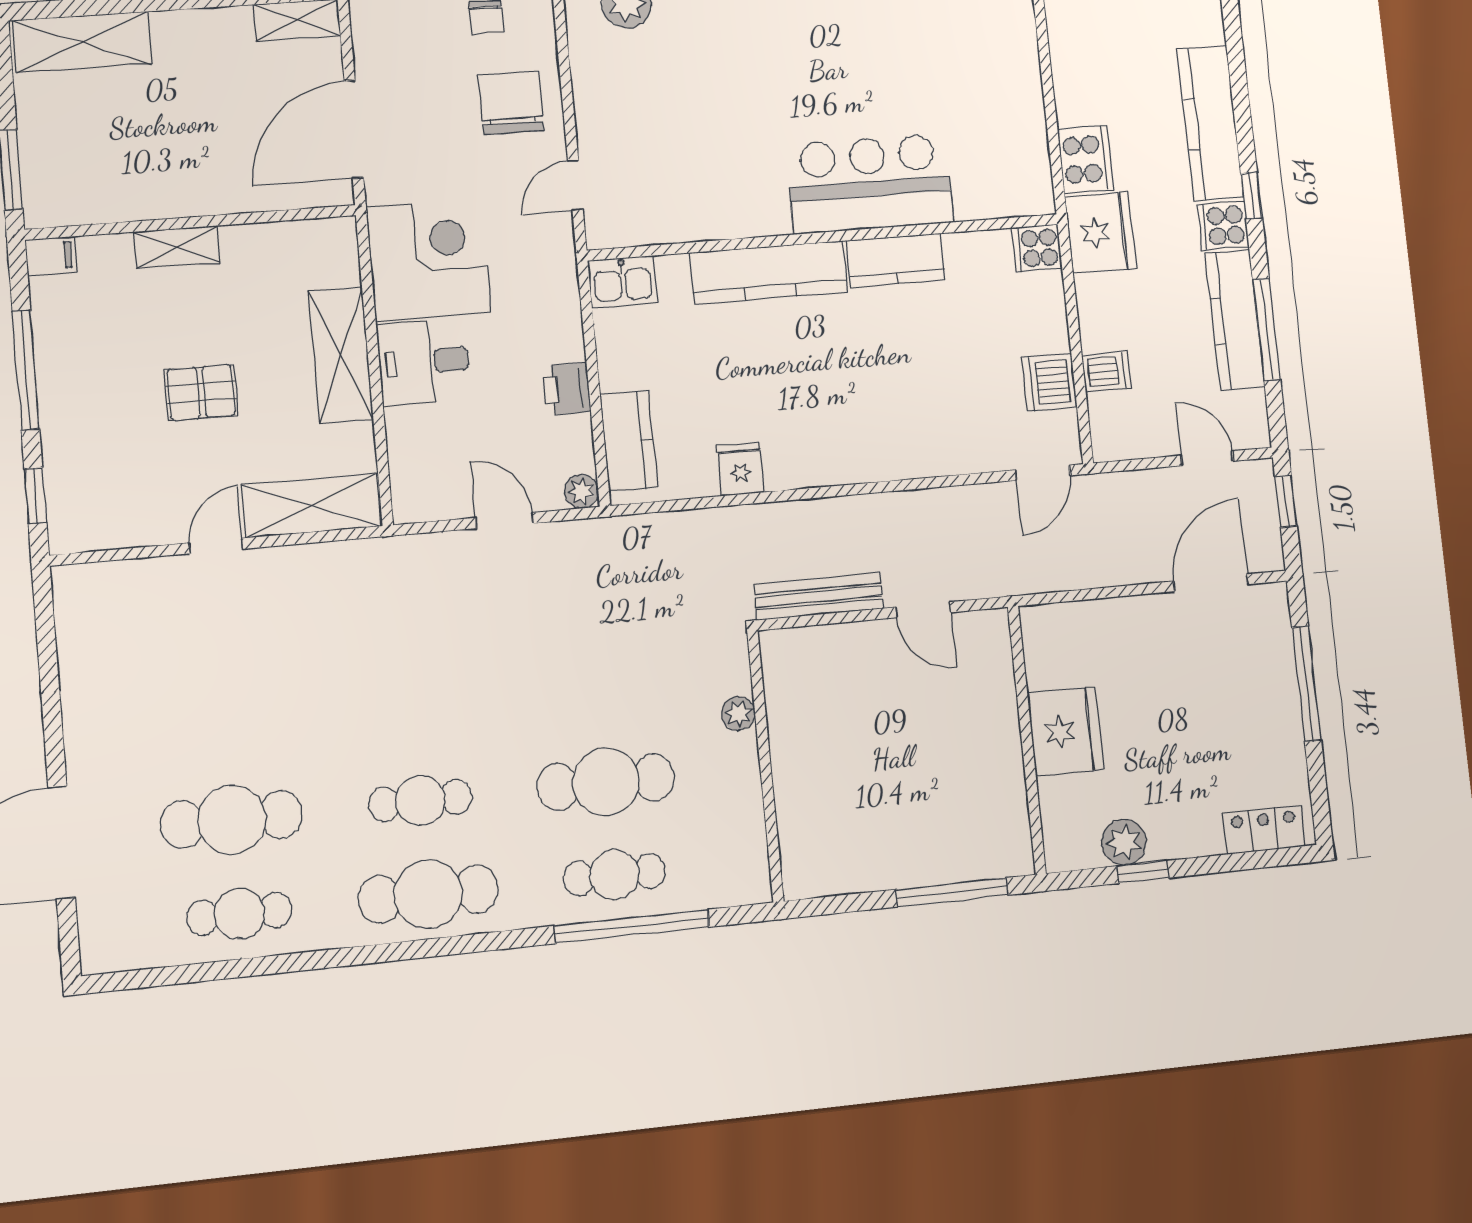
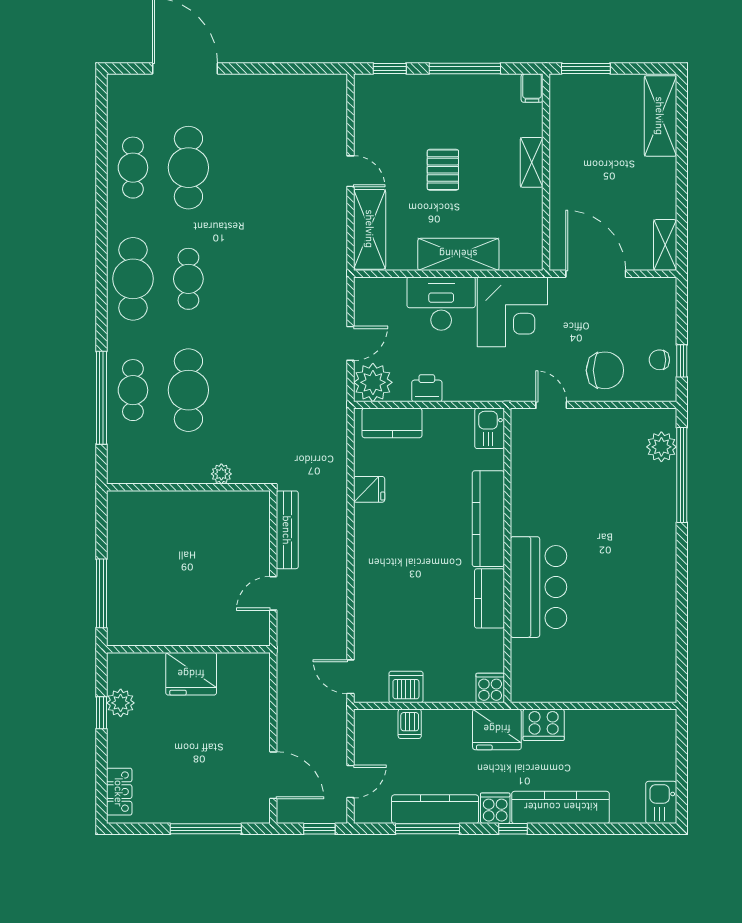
desk: (424, 362) -> (441, 304), width x1.37
plant: (581, 491) -> (373, 382), width x1.87, depth x1.87

